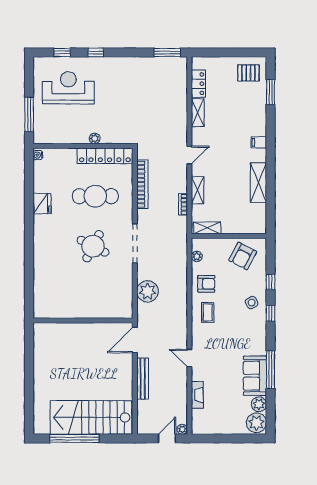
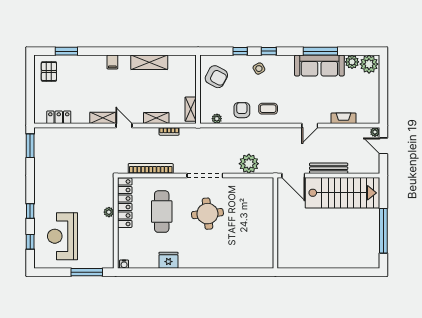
shelving: (198, 113) -> (103, 118), moved
round table: (93, 246) -> (207, 214), turned -33
sofa: (255, 376) -> (319, 66), width x1.36
stairs: (91, 417) -> (342, 193), moved, turned -90

